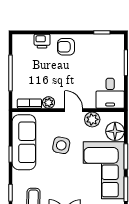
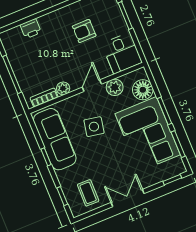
armchair: (66, 47) -> (84, 31), moved
door: (74, 110) -> (92, 86), hinge flipped

